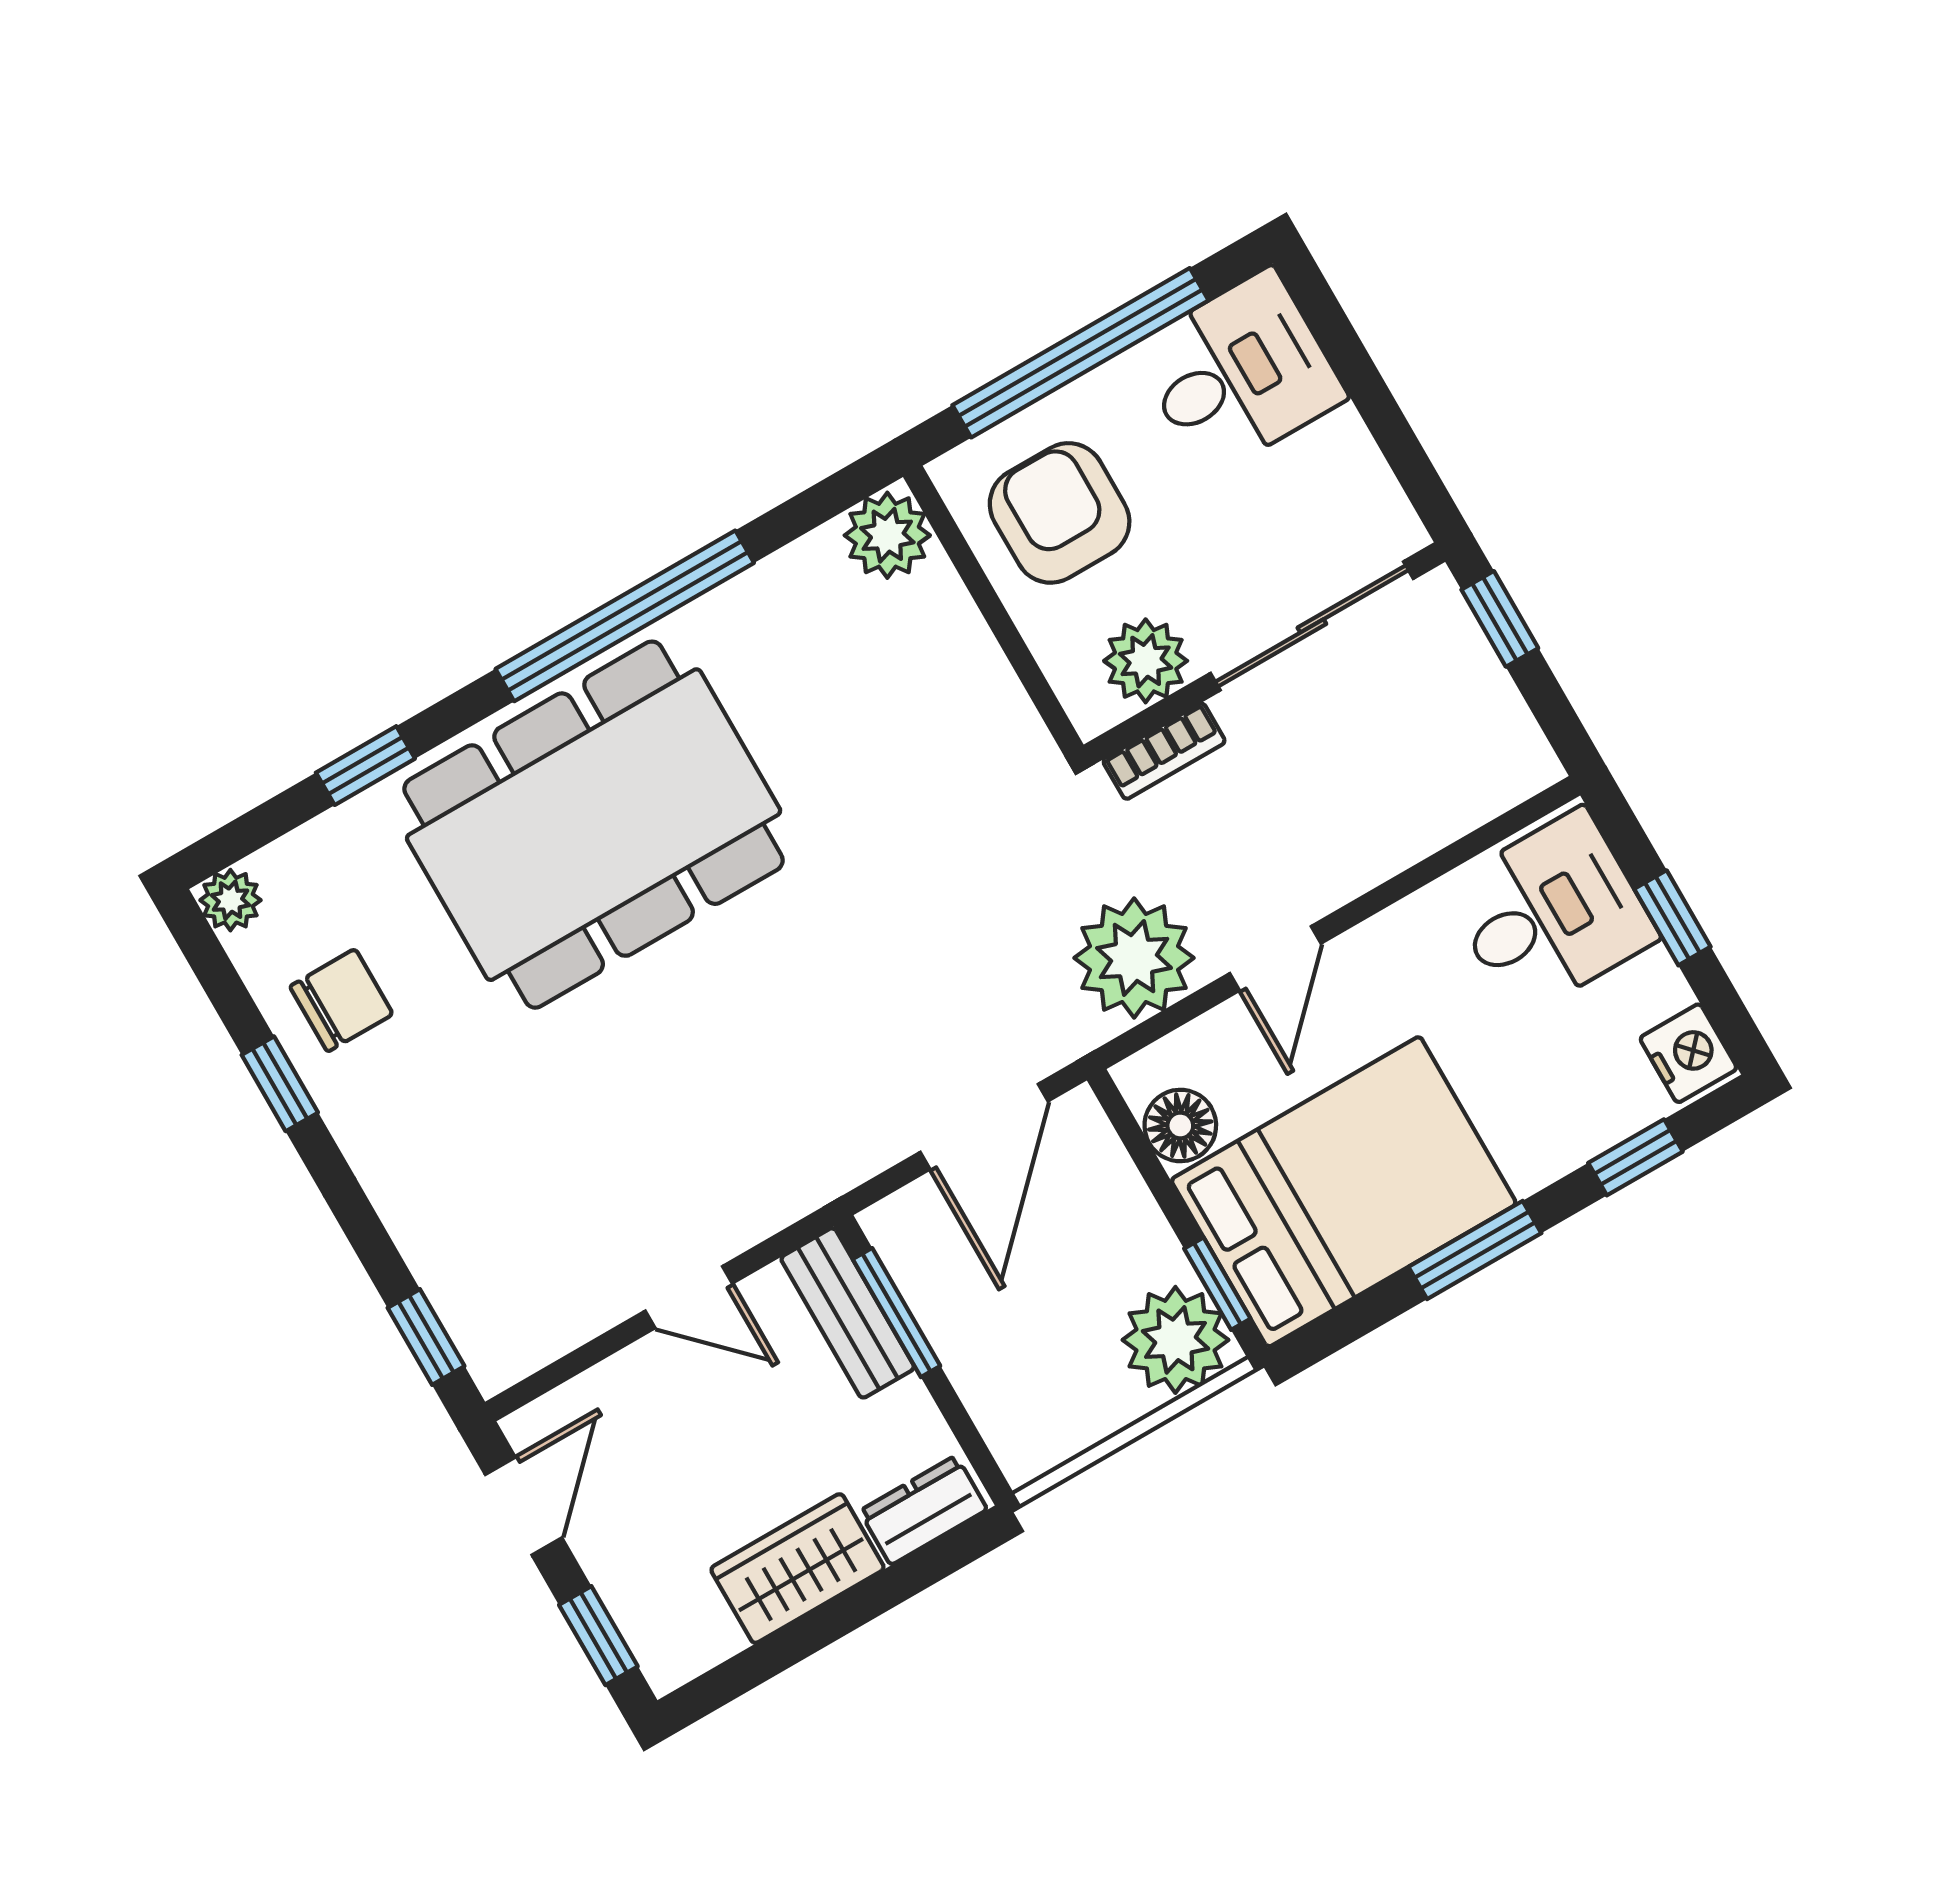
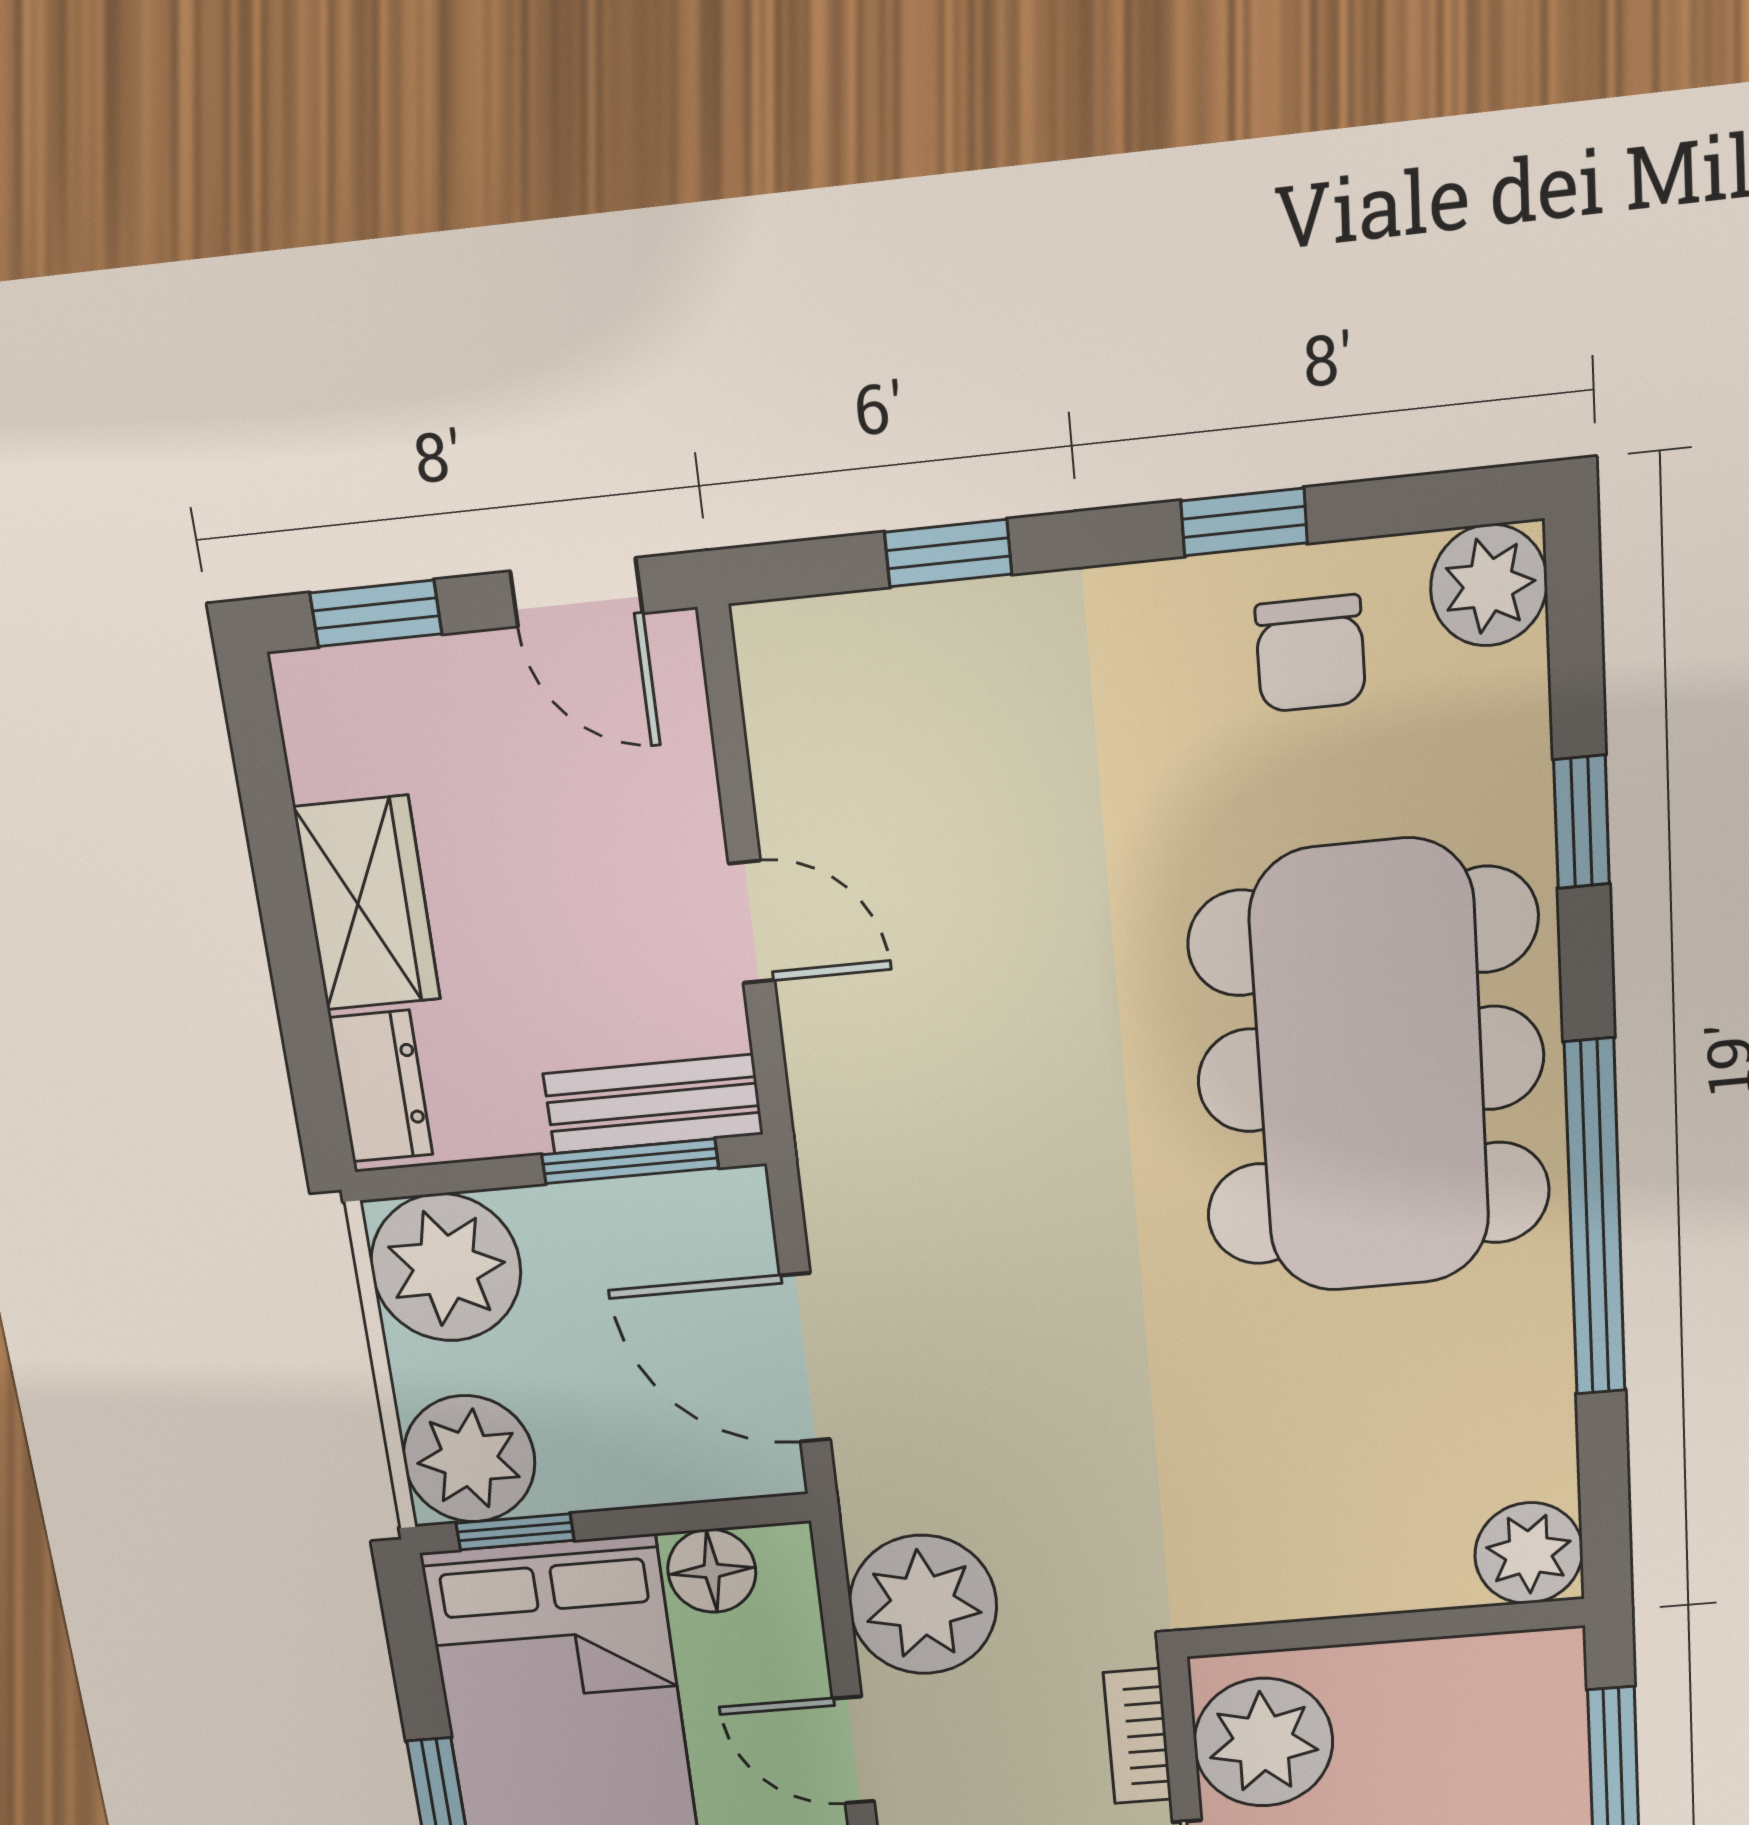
armchair: (1060, 513) -> (1455, 1744), removed
plant: (1146, 661) -> (1263, 1742), width x1.36, depth x1.36
plant: (230, 900) -> (1489, 585), width x1.38, depth x1.38
door: (689, 1297) -> (752, 922), swing flipped
window: (426, 1337) -> (948, 553), moved
plant: (1036, 1413) -> (446, 1268), added

